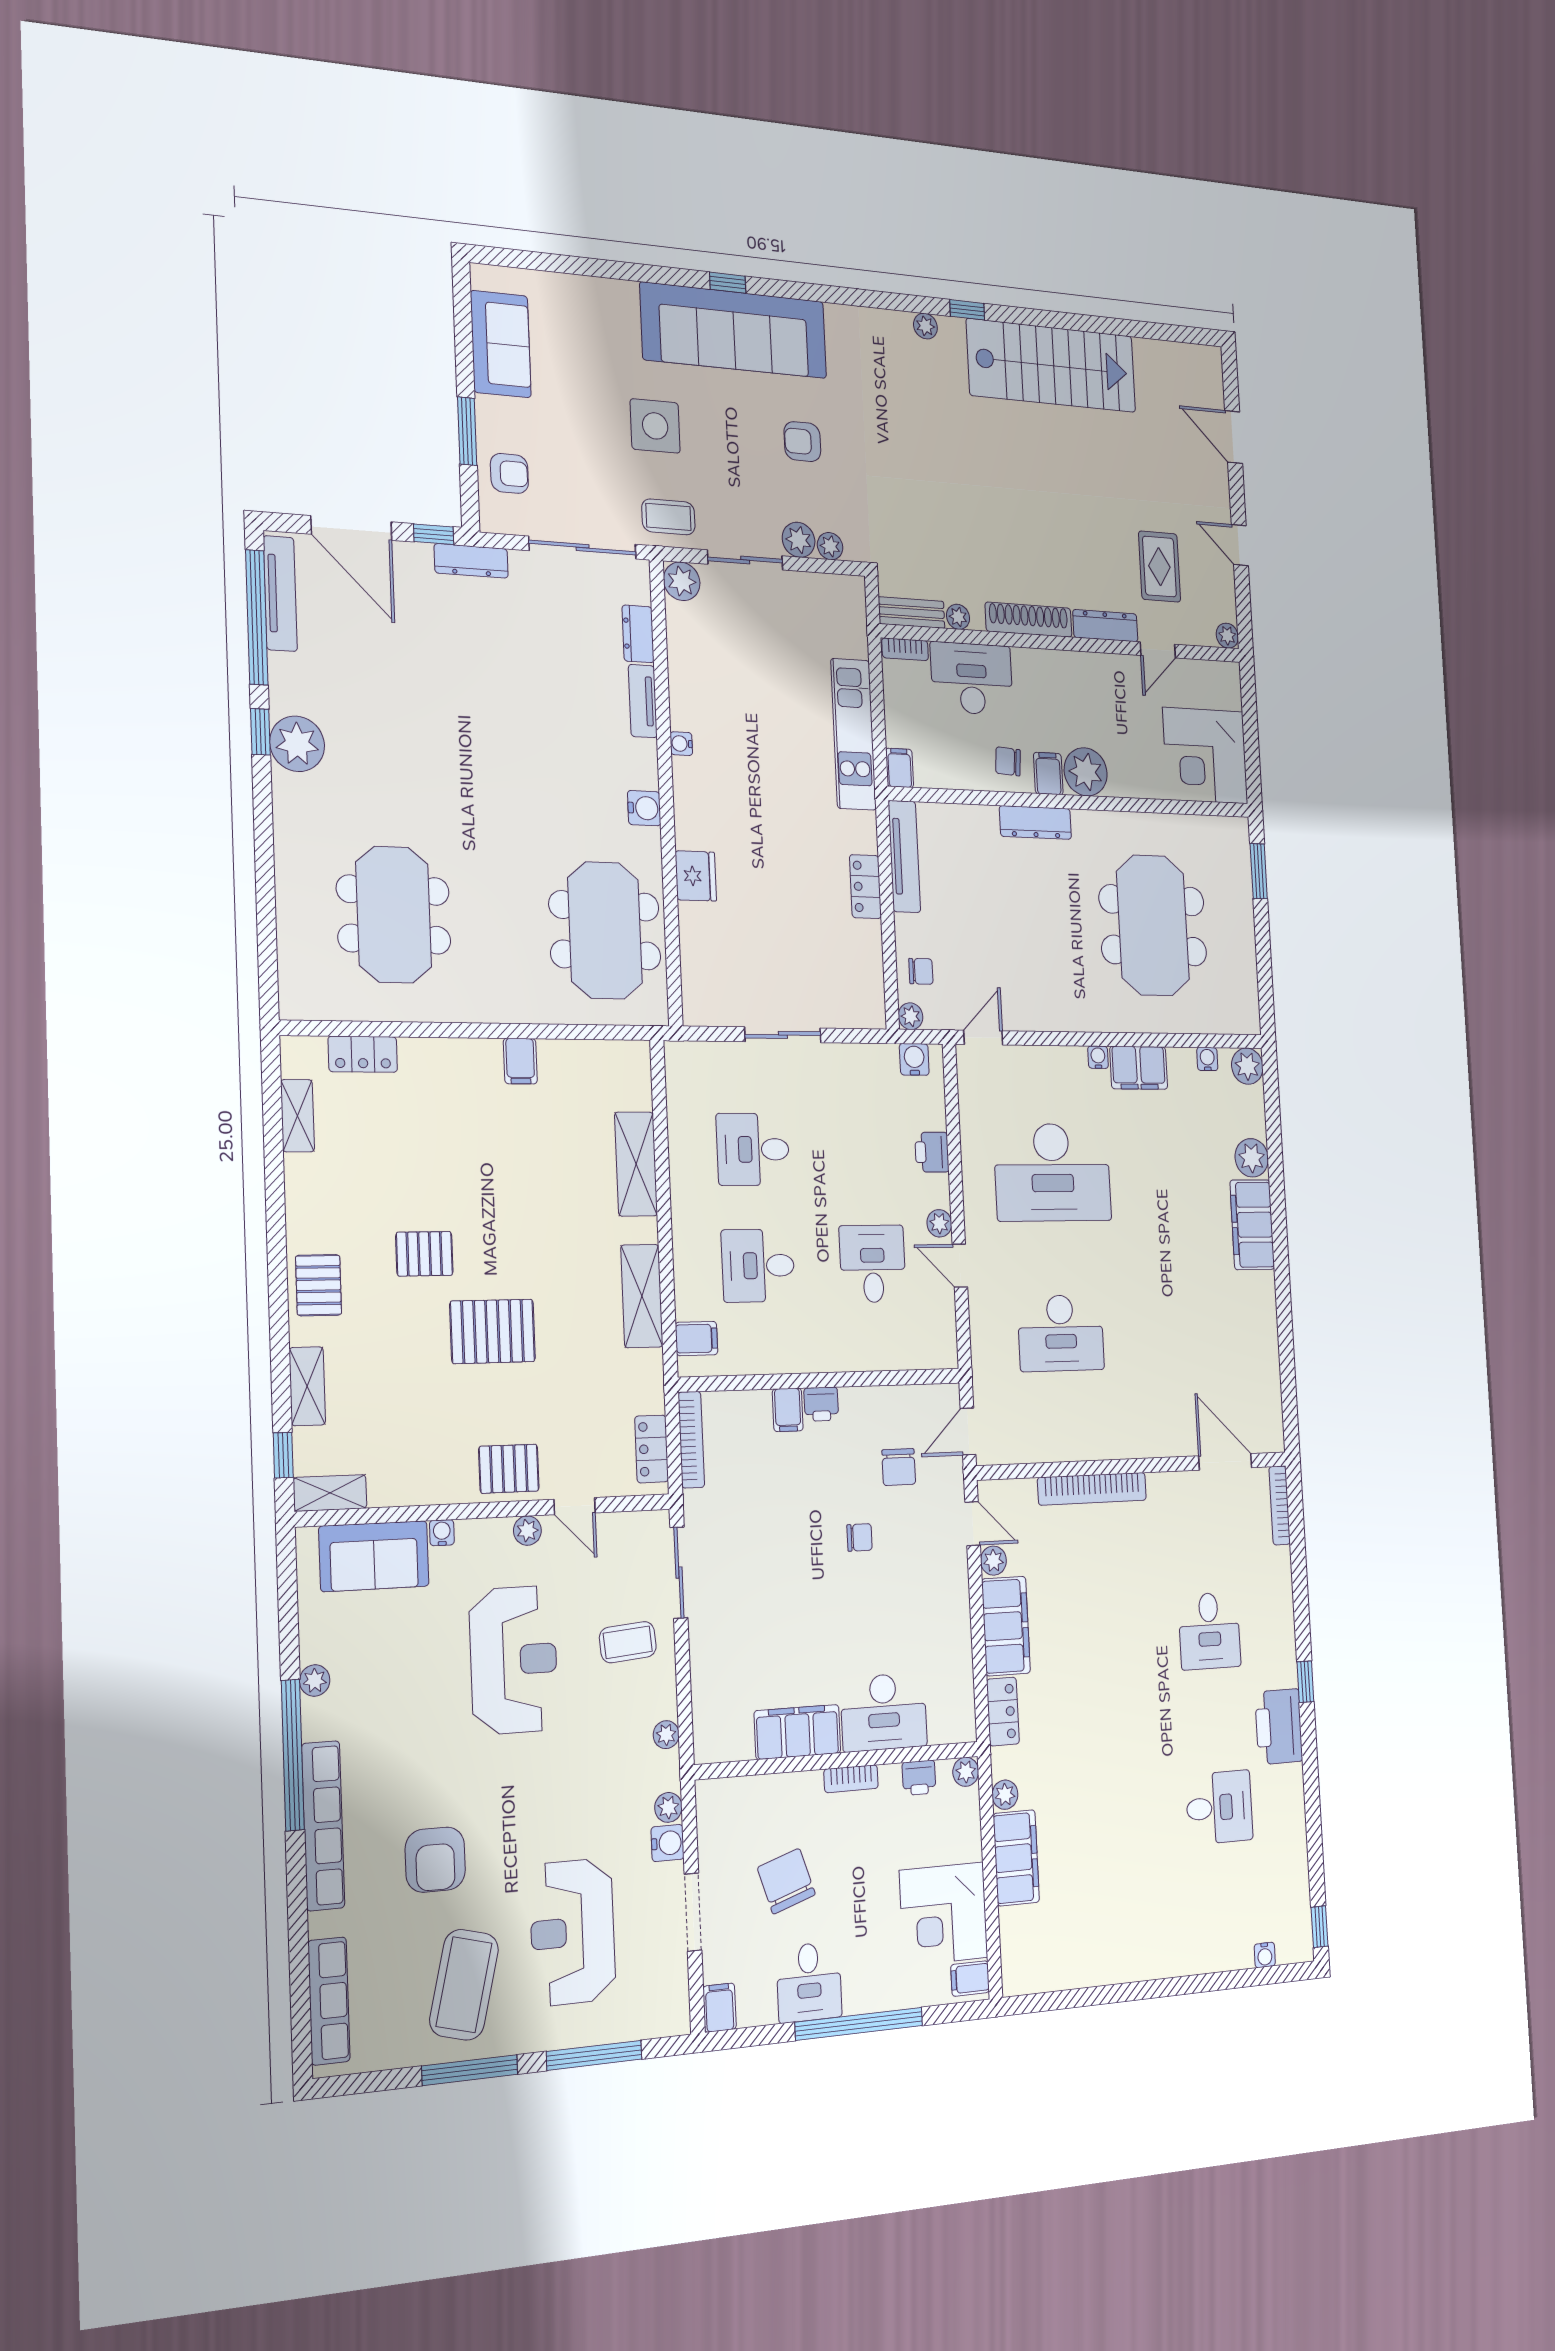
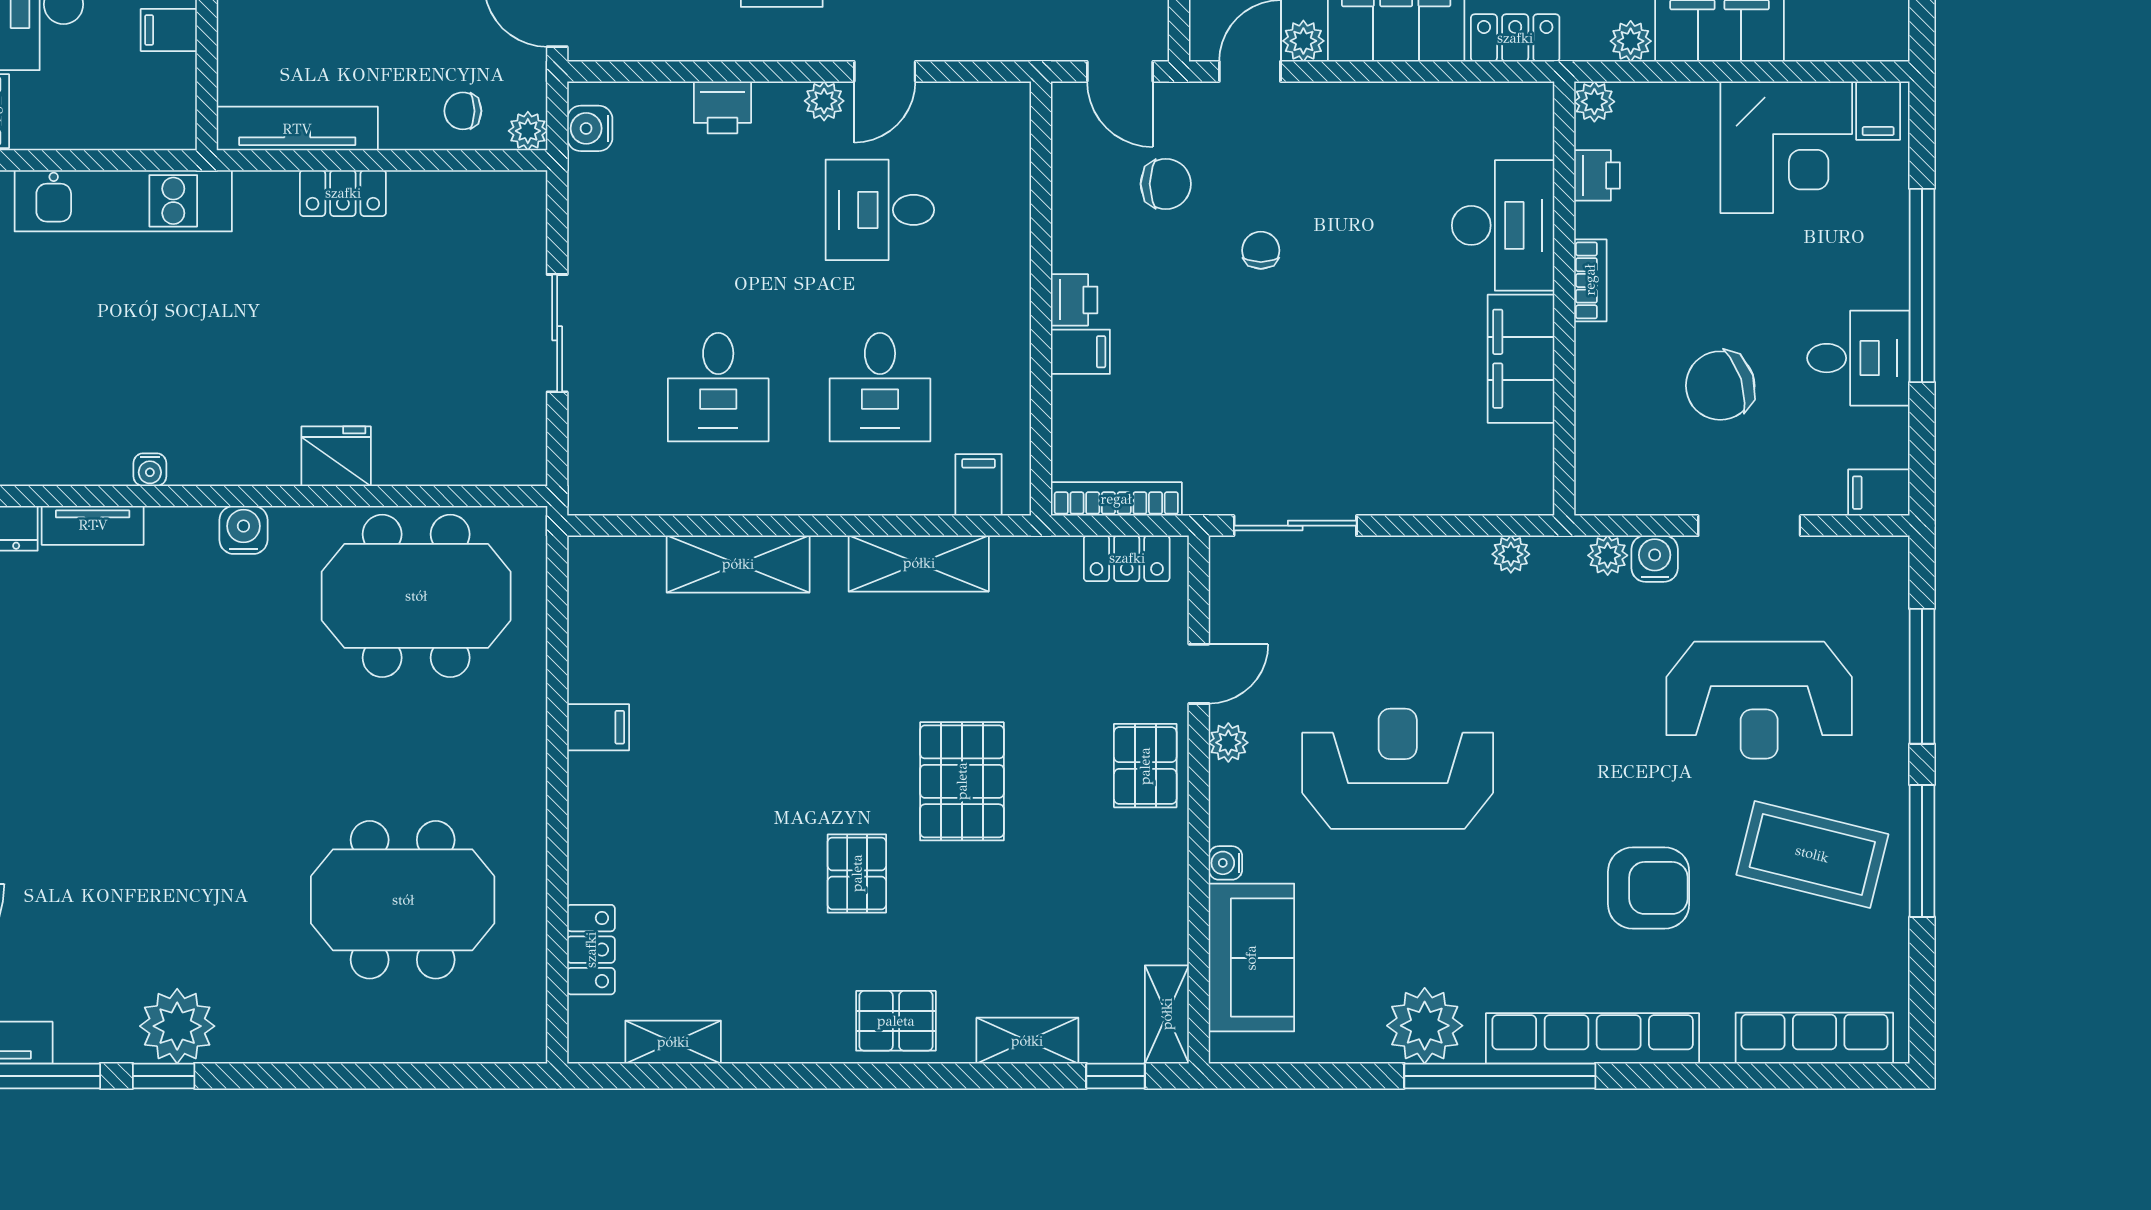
filing cabinet: (900, 768) -> (169, 30), moved
chair: (921, 971) -> (463, 111), turned -90
coffee table: (628, 1642) -> (1384, 605), removed
plant: (315, 1681) -> (1425, 1026), width x1.88, depth x1.88

